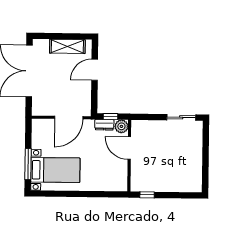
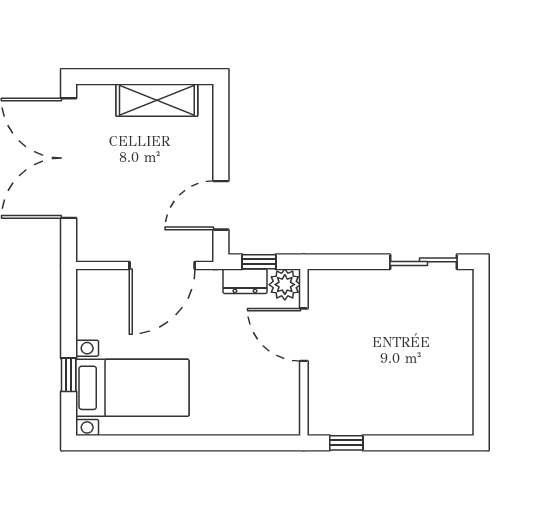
door: (95, 70) -> (221, 205), moved
window: (28, 164) -> (69, 375), width x0.46

